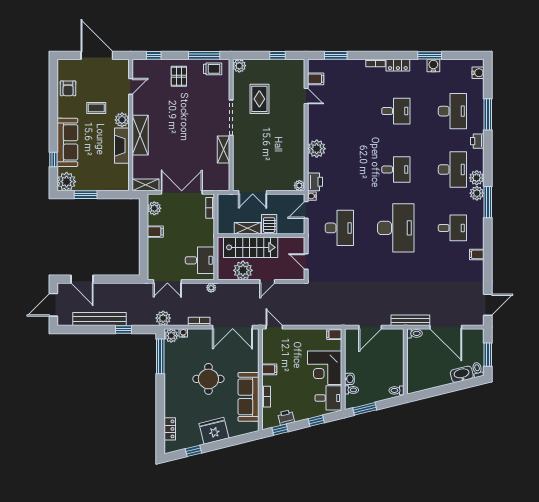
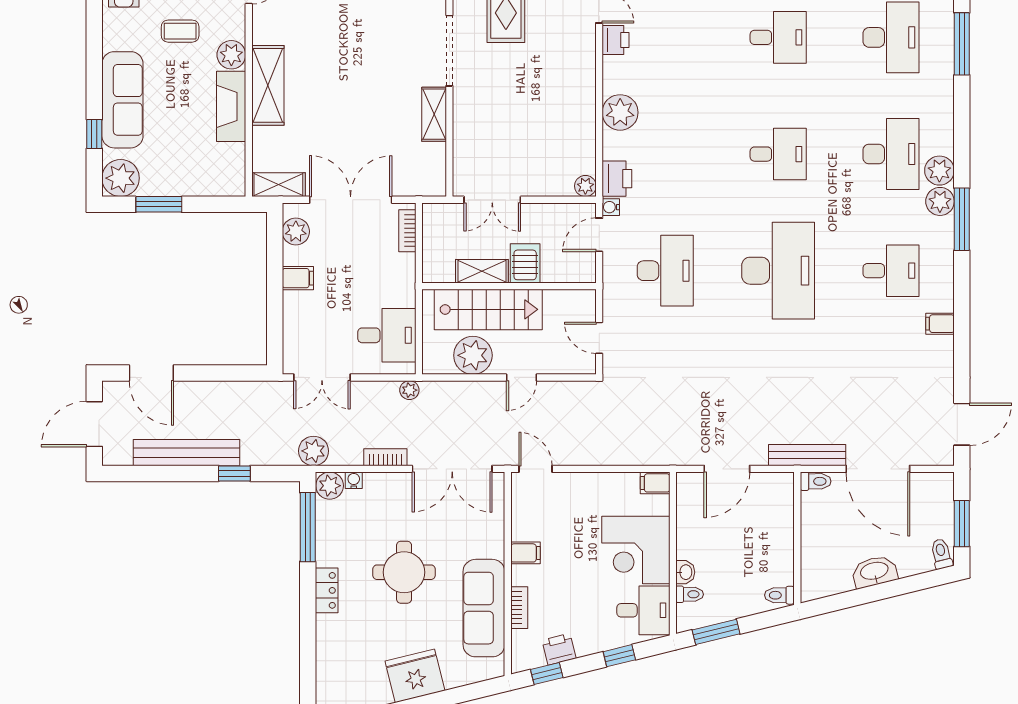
printer: (477, 141) -> (616, 40), moved, turned 180
washbasin: (462, 374) -> (874, 572), moved
locker: (170, 429) -> (327, 590), moved

